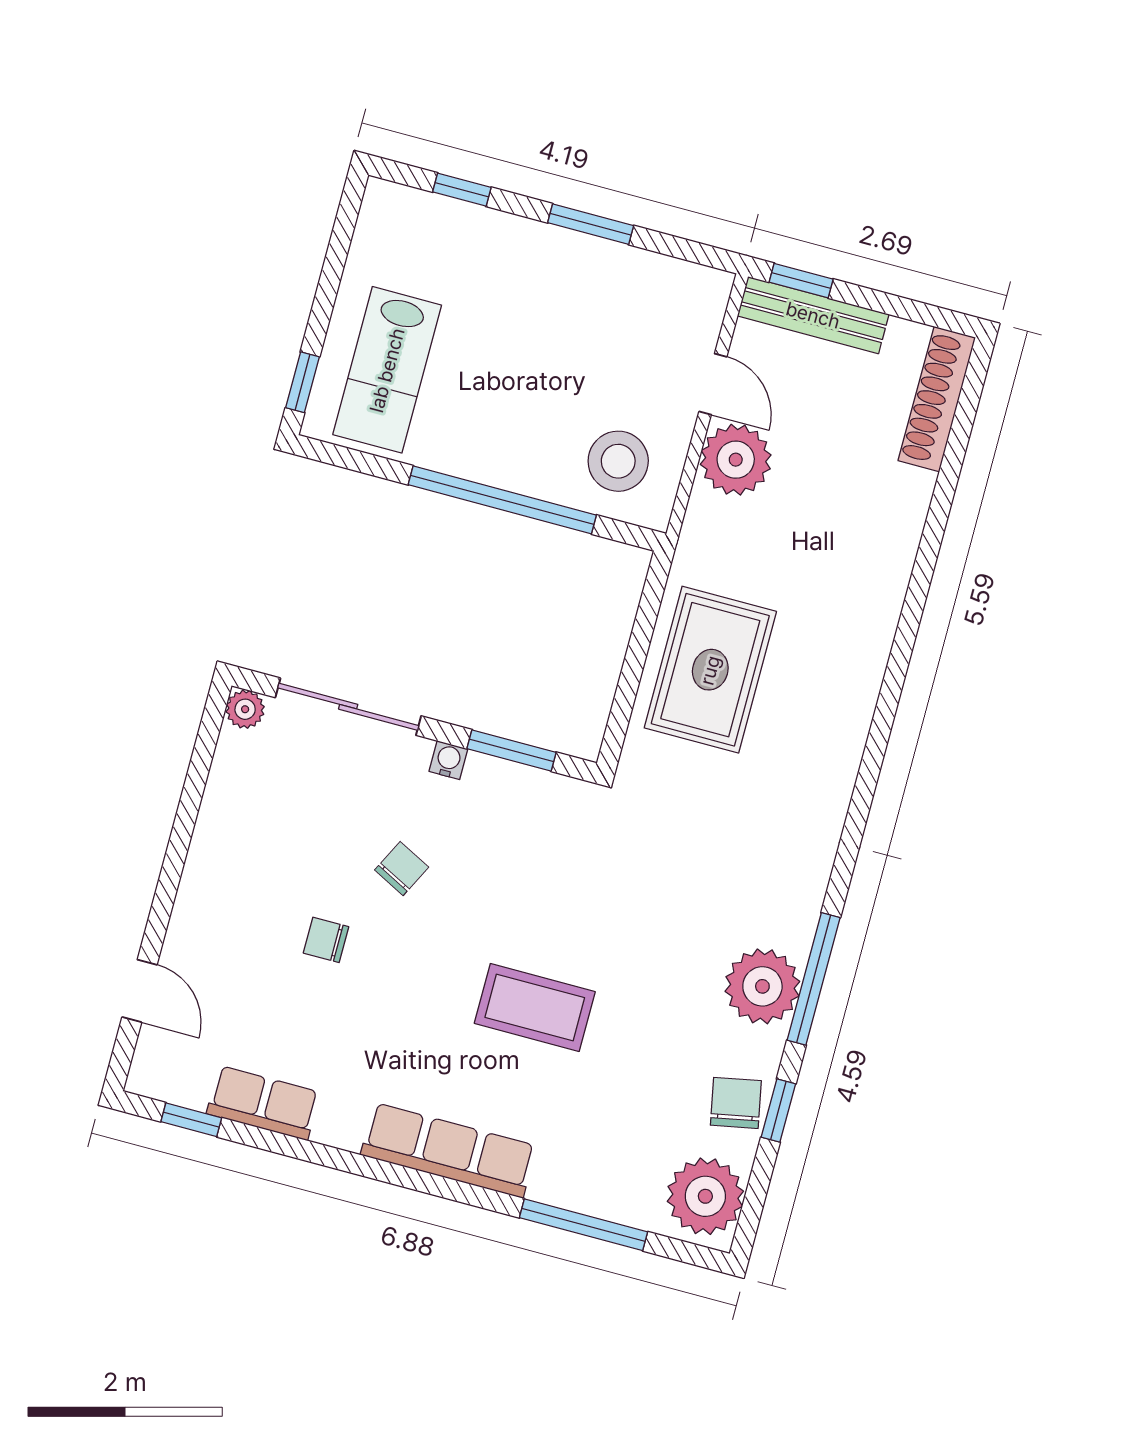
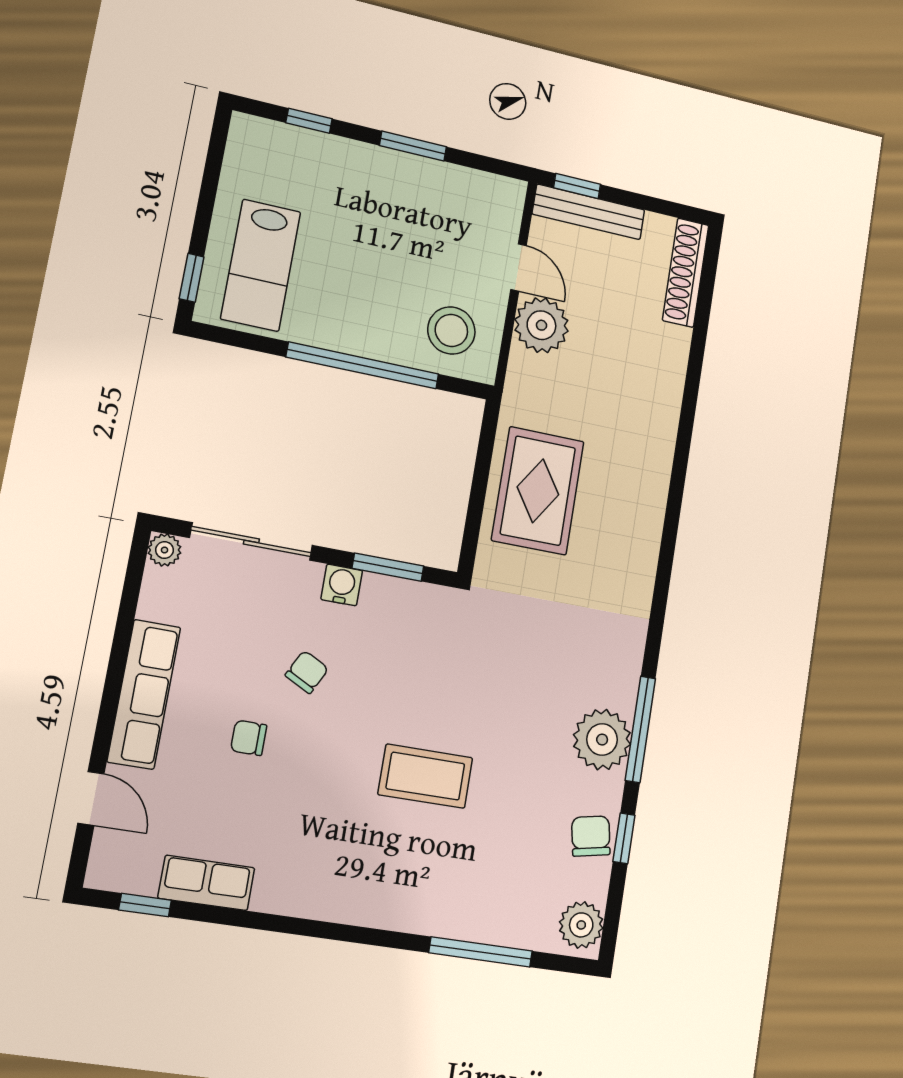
water cooler: (448, 760) -> (342, 585), width x1.38, depth x1.38
row of seats: (449, 1150) -> (144, 694), moved, turned 90
plant: (705, 1196) -> (581, 925), width x0.73, depth x0.73

